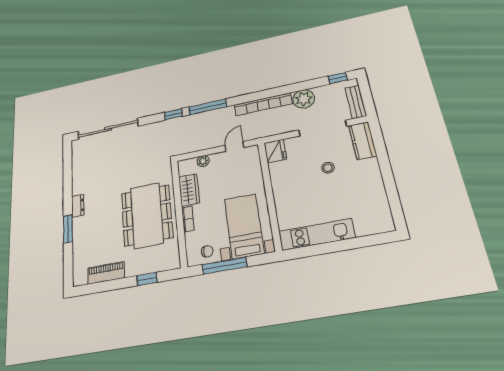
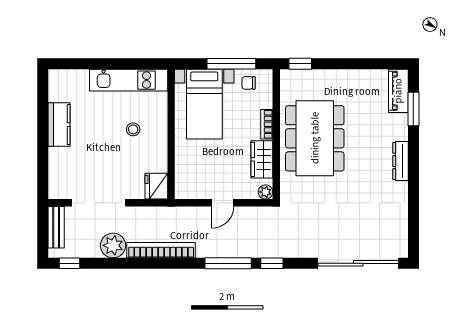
kitchen counter: (363, 141) -> (59, 125), moved
door: (234, 146) -> (223, 203), moved
plant: (203, 161) -> (265, 192), moved
stool: (328, 168) -> (133, 129), moved
dresser: (78, 206) -> (400, 161), width x1.44
window: (68, 229) -> (413, 109), moved
piano: (106, 273) -> (398, 91), moved, turned 90
window: (147, 279) -> (300, 64), moved

